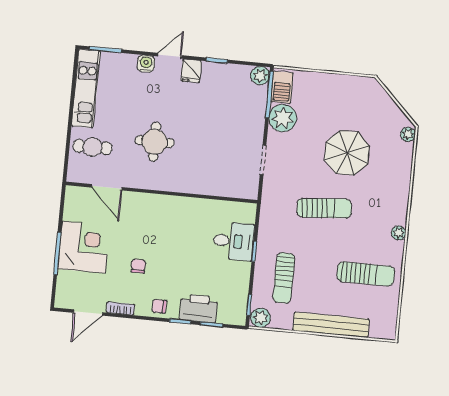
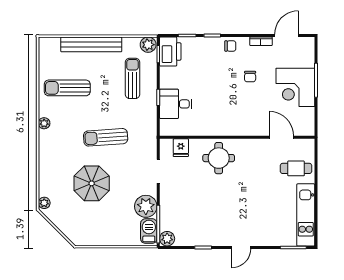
water cooler: (146, 64) -> (260, 239), removed
fridge: (191, 71) -> (181, 148), moved, turned 180
round table: (155, 142) -> (219, 158), moved
printer: (199, 308) -> (170, 51), moved, turned -90

